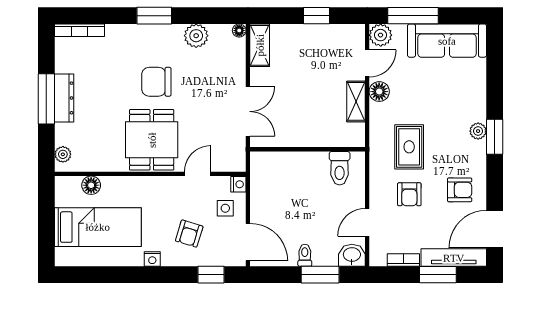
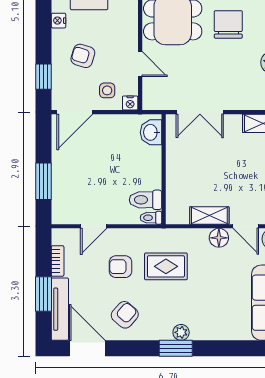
armchair: (460, 190) -> (125, 315), turned -139
door: (367, 222) -> (94, 226), swing flipped
toilet: (305, 255) -> (151, 218), moved, turned 180
washbasin: (352, 255) -> (151, 132), moved, turned 180

